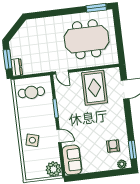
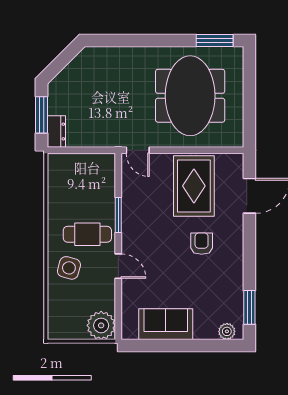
meeting table: (87, 39) -> (190, 96), turned 90
cafe table: (31, 92) -> (87, 234), moved
armchair: (113, 146) -> (202, 244), moved
sofa: (72, 160) -> (166, 324), moved, turned -90

